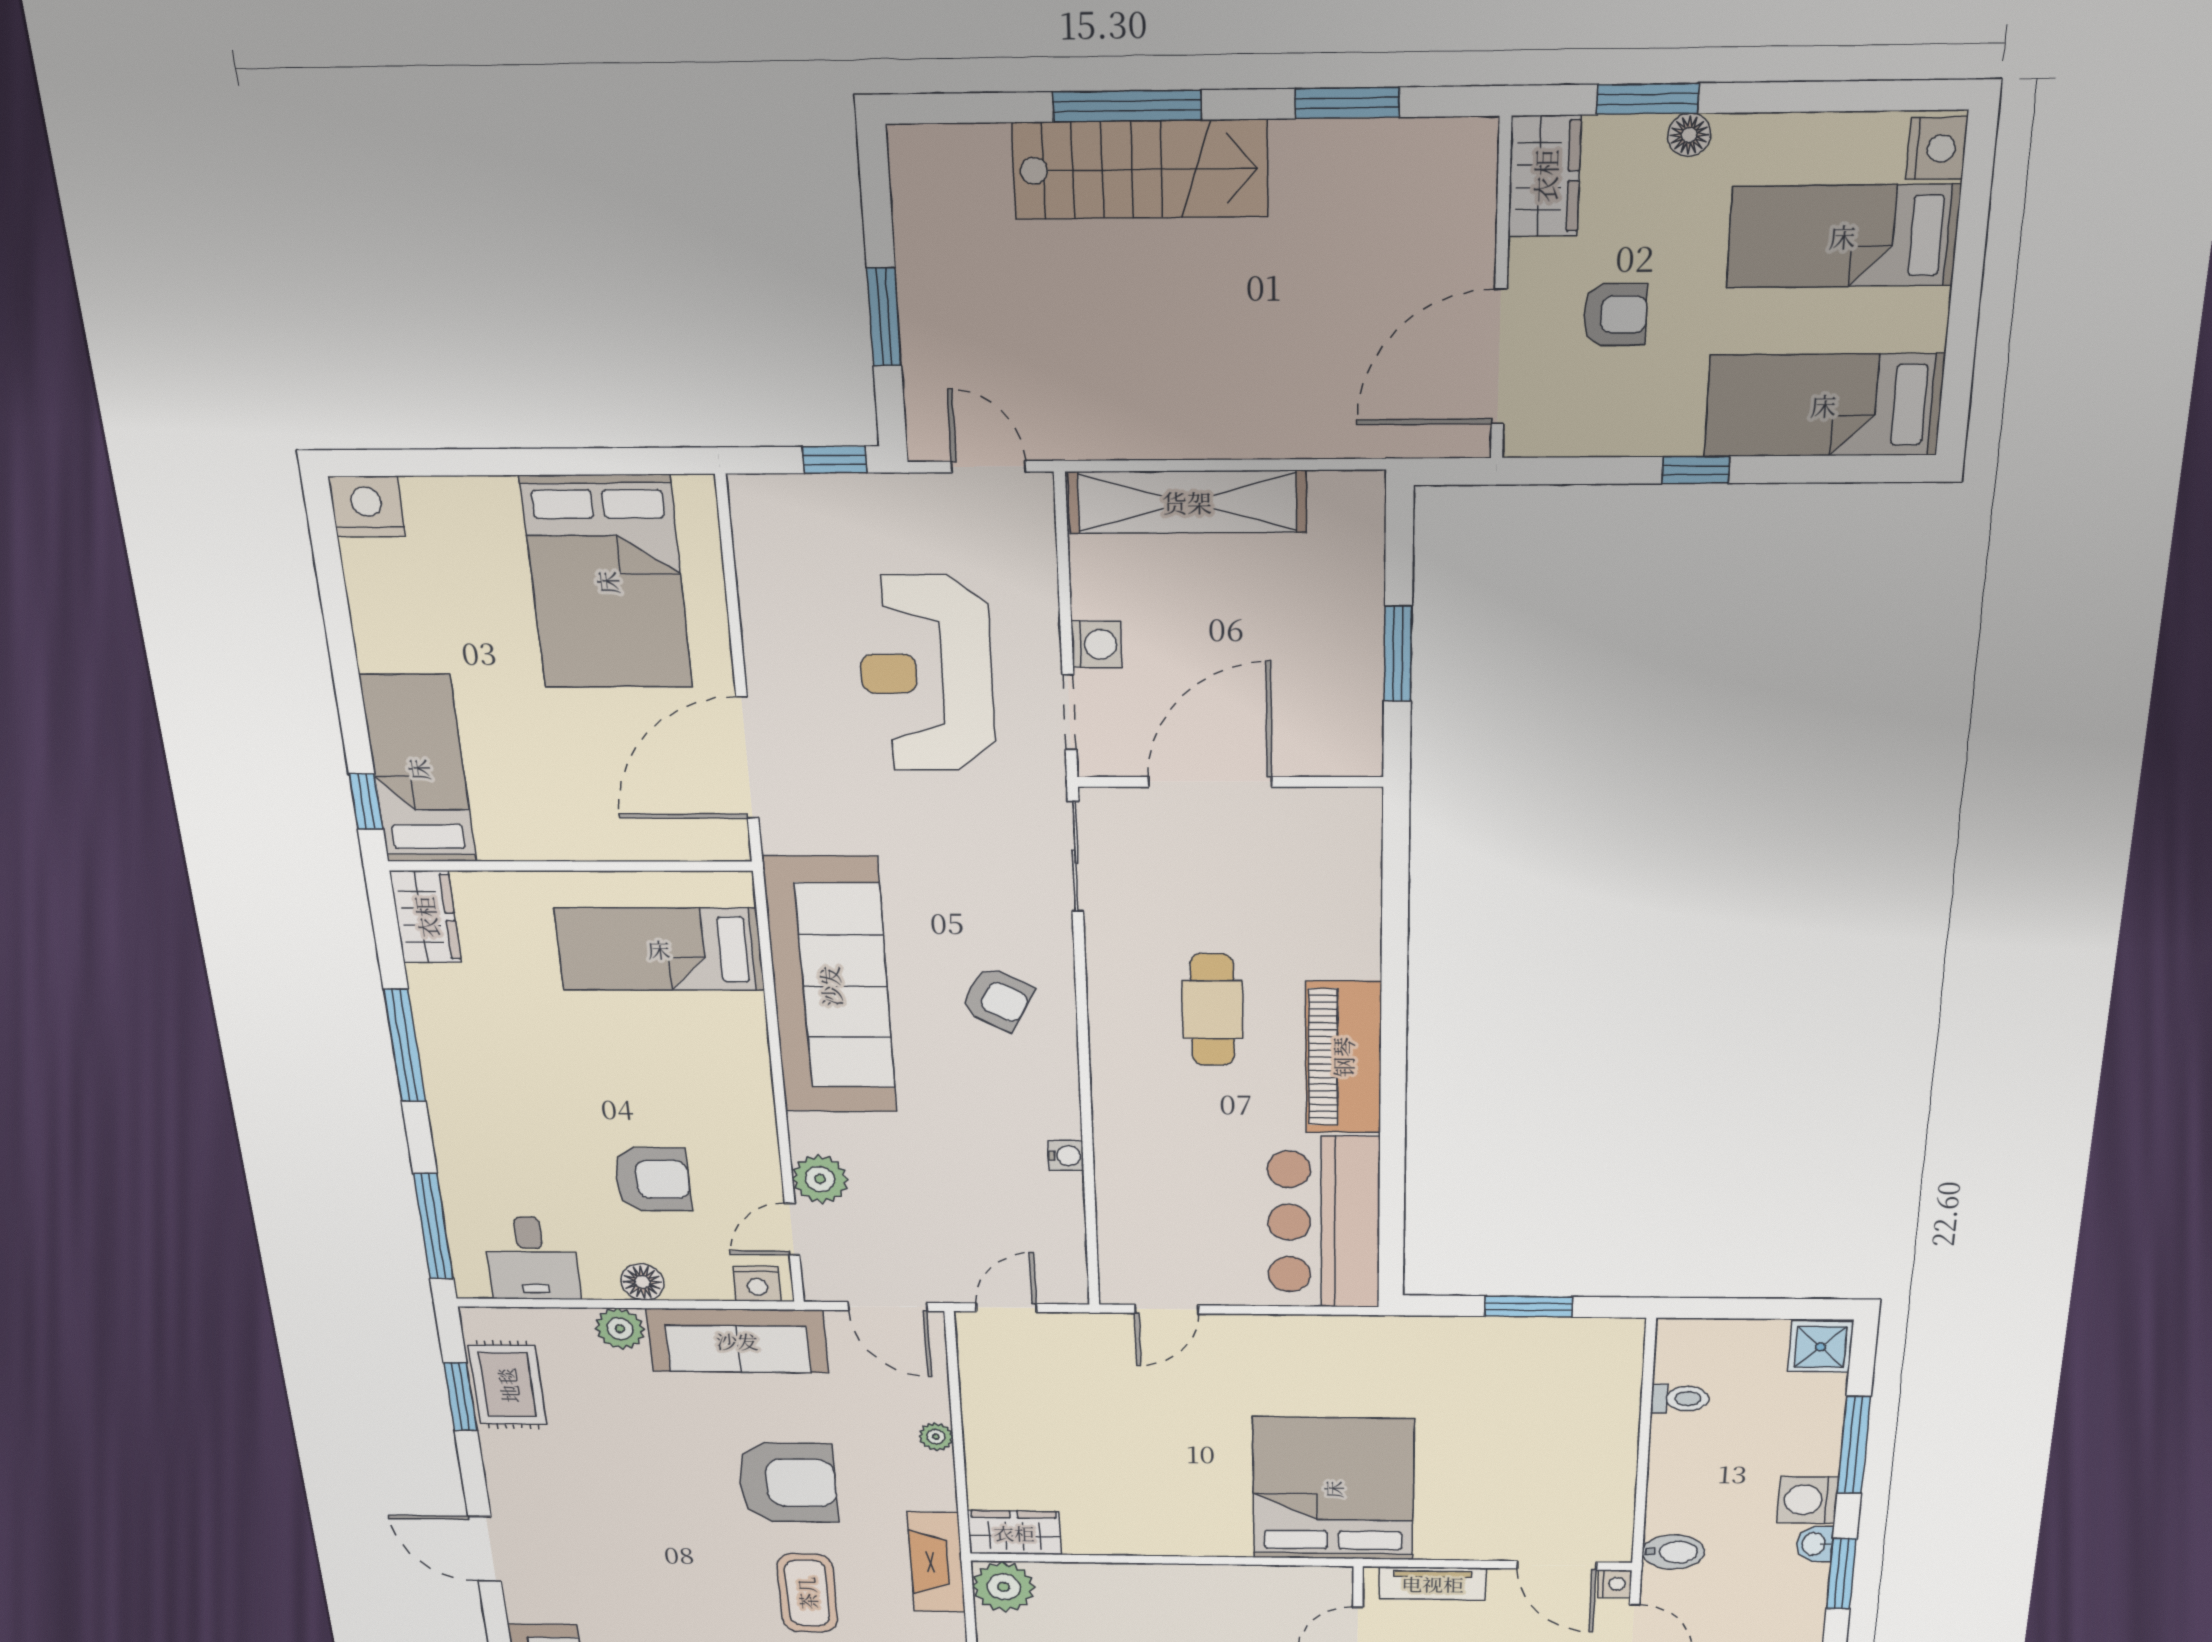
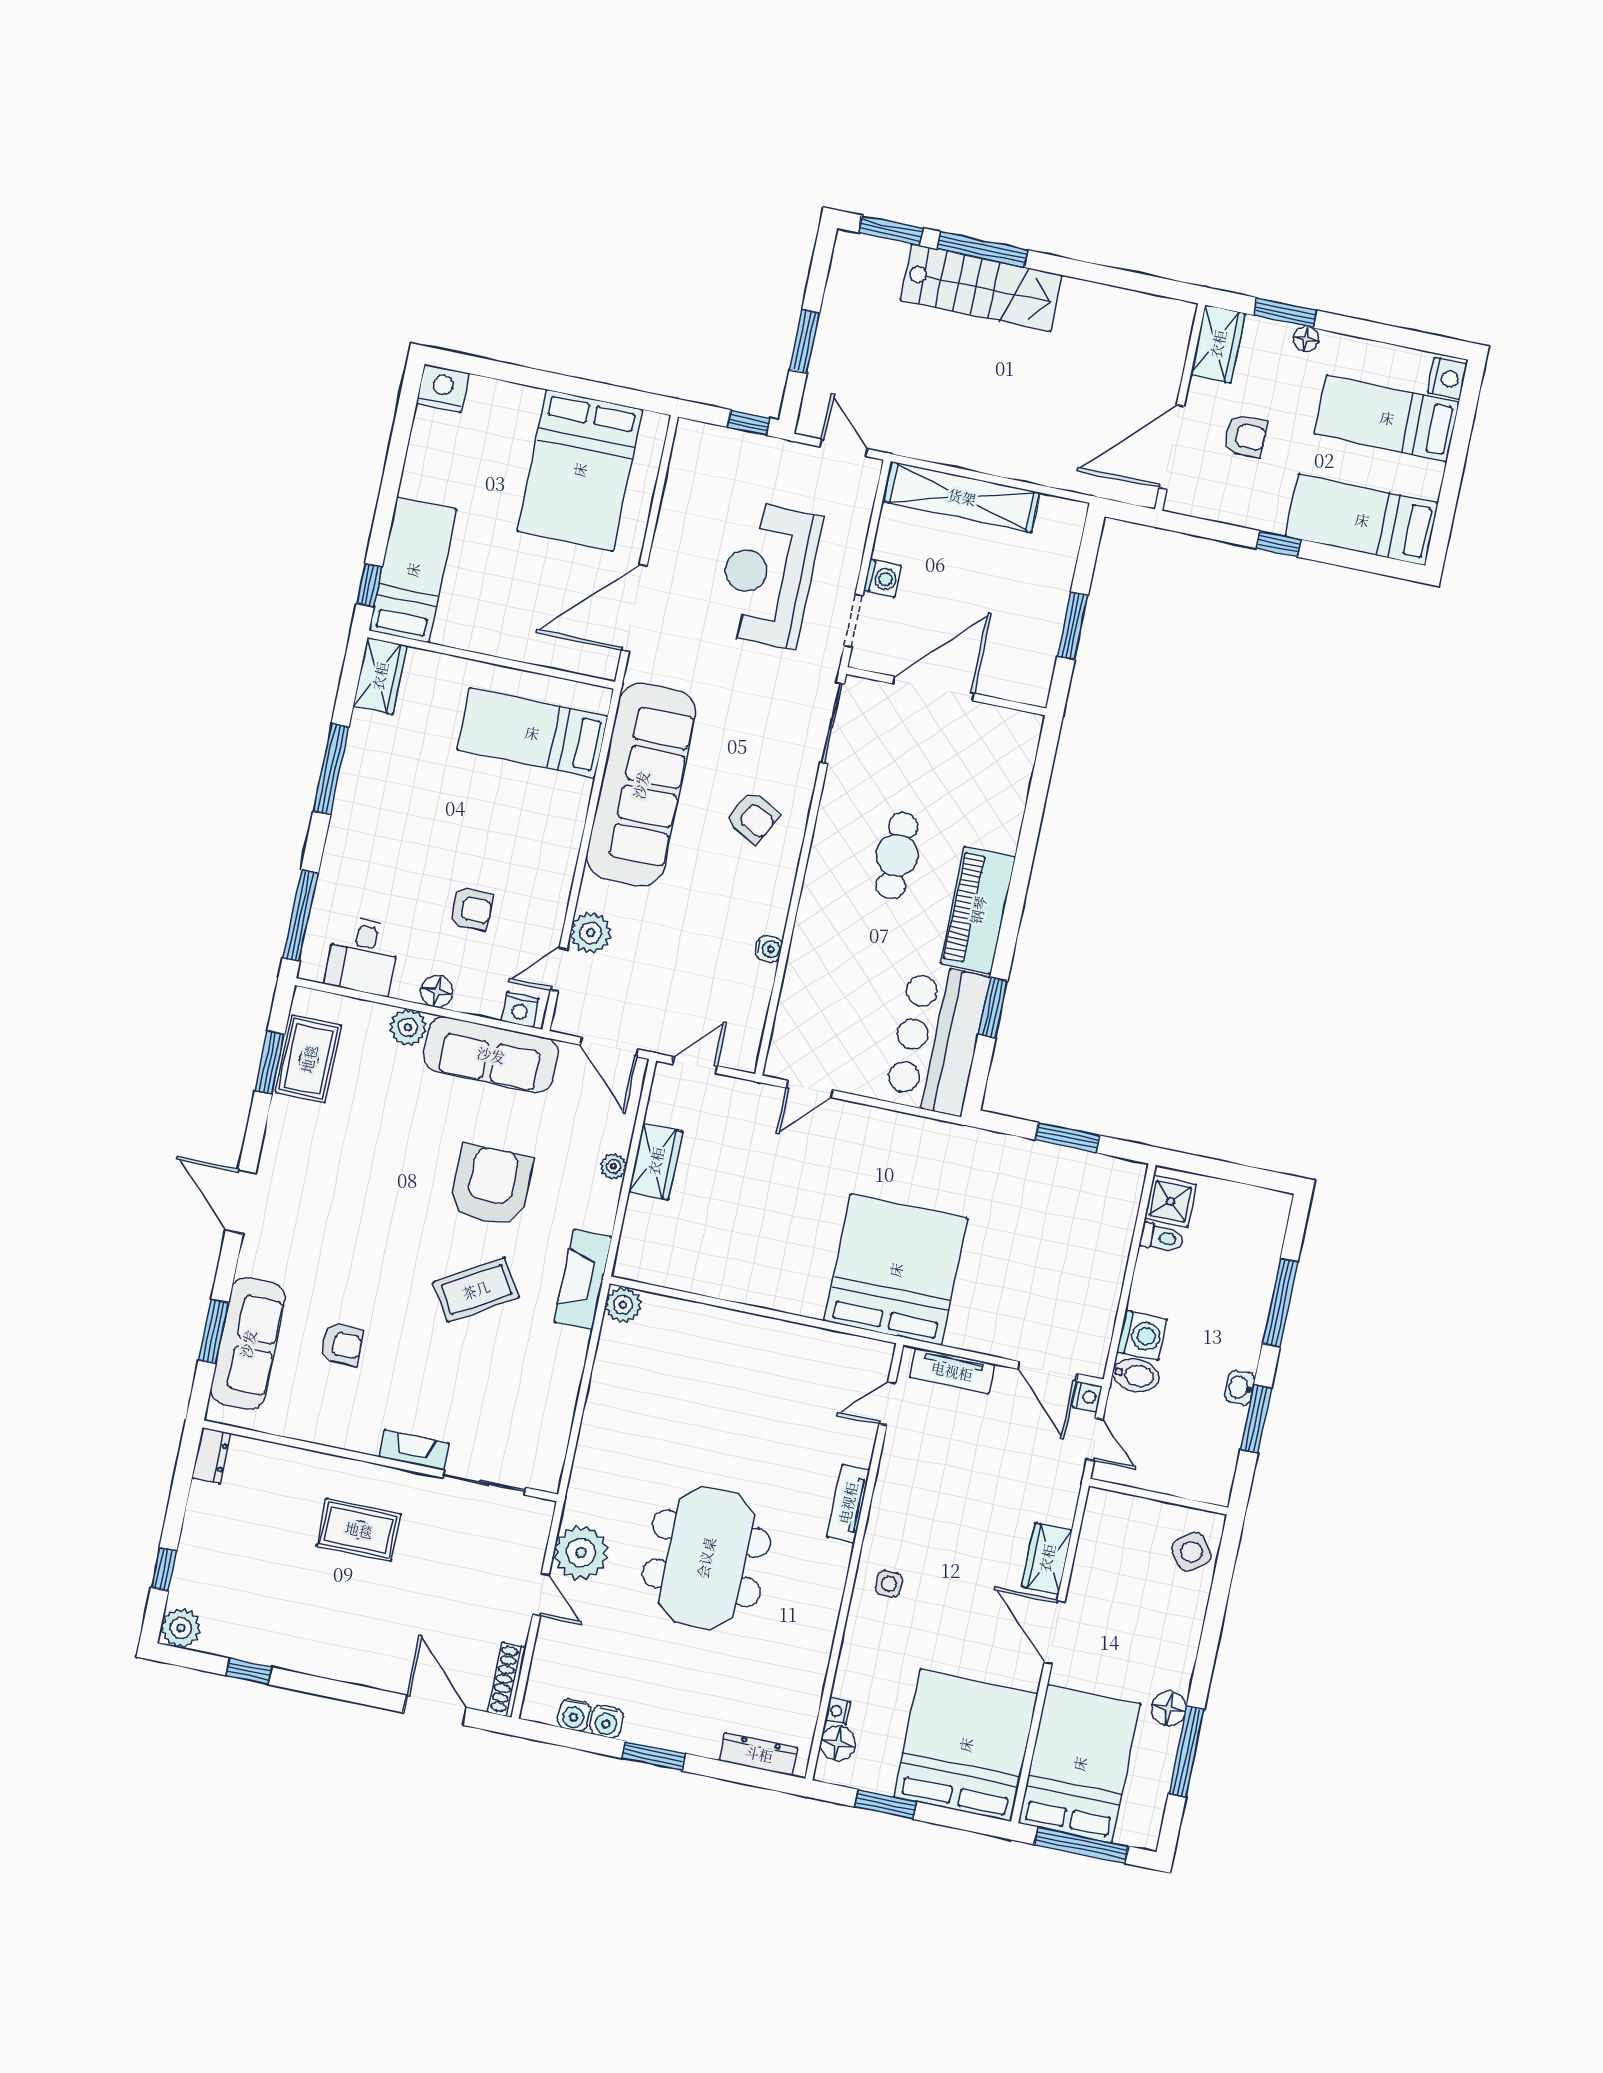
window: (1347, 103) -> (891, 230), moved
window: (1392, 1172) -> (993, 1008), added
armchair: (652, 1179) -> (471, 909), width x0.72, depth x0.72
shower: (1821, 1347) -> (1171, 1201), moved
armchair: (788, 1483) -> (491, 1186), turned -90
washing machine: (1808, 1500) -> (1142, 1335), moved, turned 180
wardrobe: (1014, 1533) -> (656, 1161), moved, turned 90
plant: (1004, 1587) -> (623, 1305), width x0.73, depth x0.73
coffee table: (807, 1593) -> (476, 1290), turned 59

